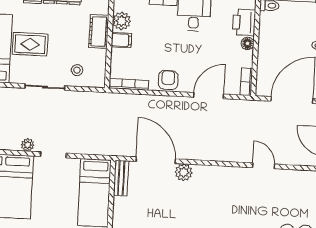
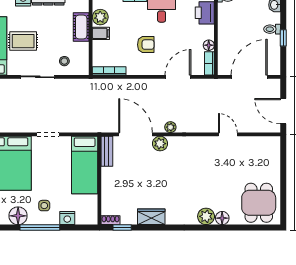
floor lamp: (248, 43) -> (209, 45), moved
armchair: (168, 80) -> (146, 45), moved, turned 90
plant: (28, 145) -> (170, 127), moved

